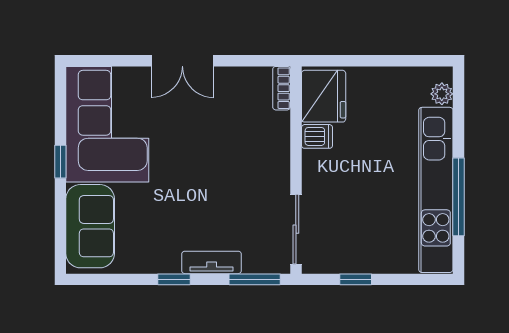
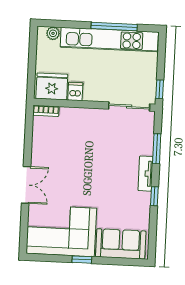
bookcase: (282, 88) -> (46, 111), moved
fridge: (324, 96) -> (52, 86), moved
dishwasher: (317, 136) -> (75, 91), moved
wall: (296, 170) -> (94, 105), moved
sliding door: (296, 229) -> (129, 107), moved

